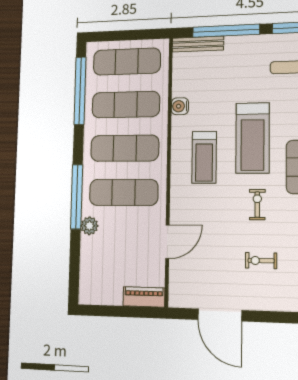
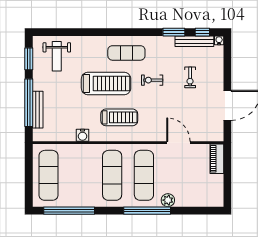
bench: (198, 44) -> (38, 110), moved
exercise mat: (126, 105) -> (80, 175), removed

